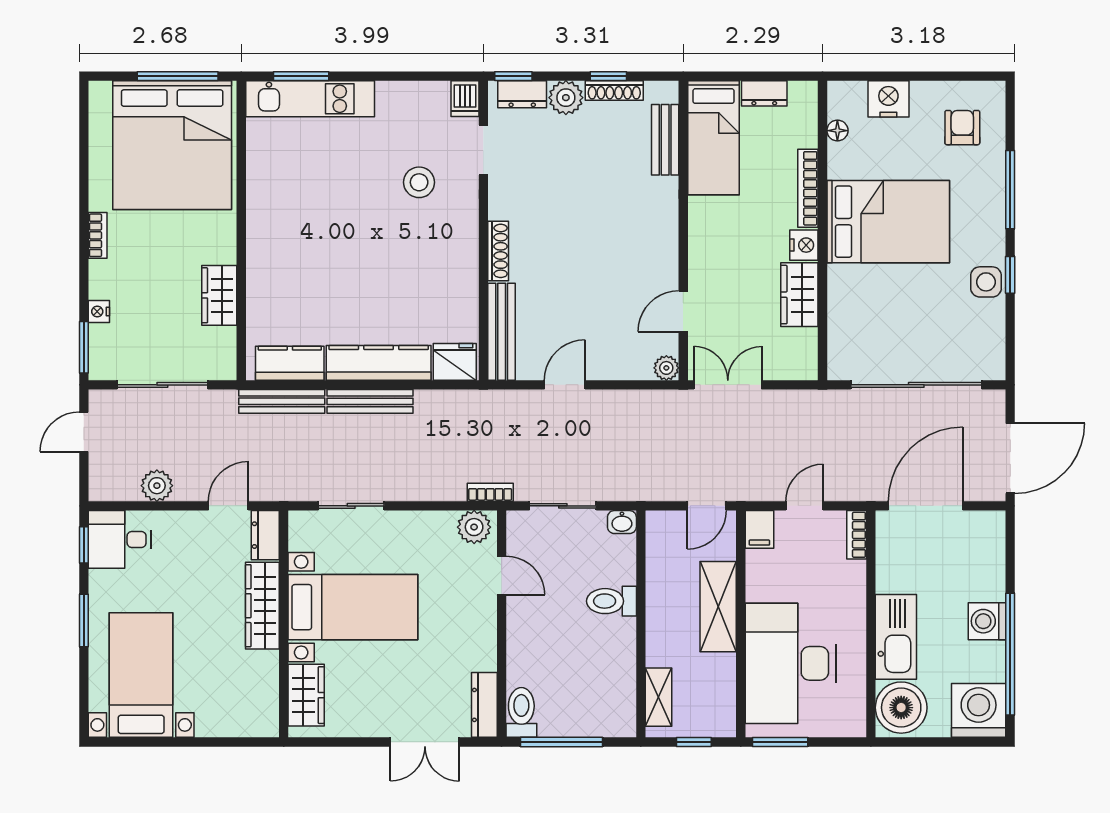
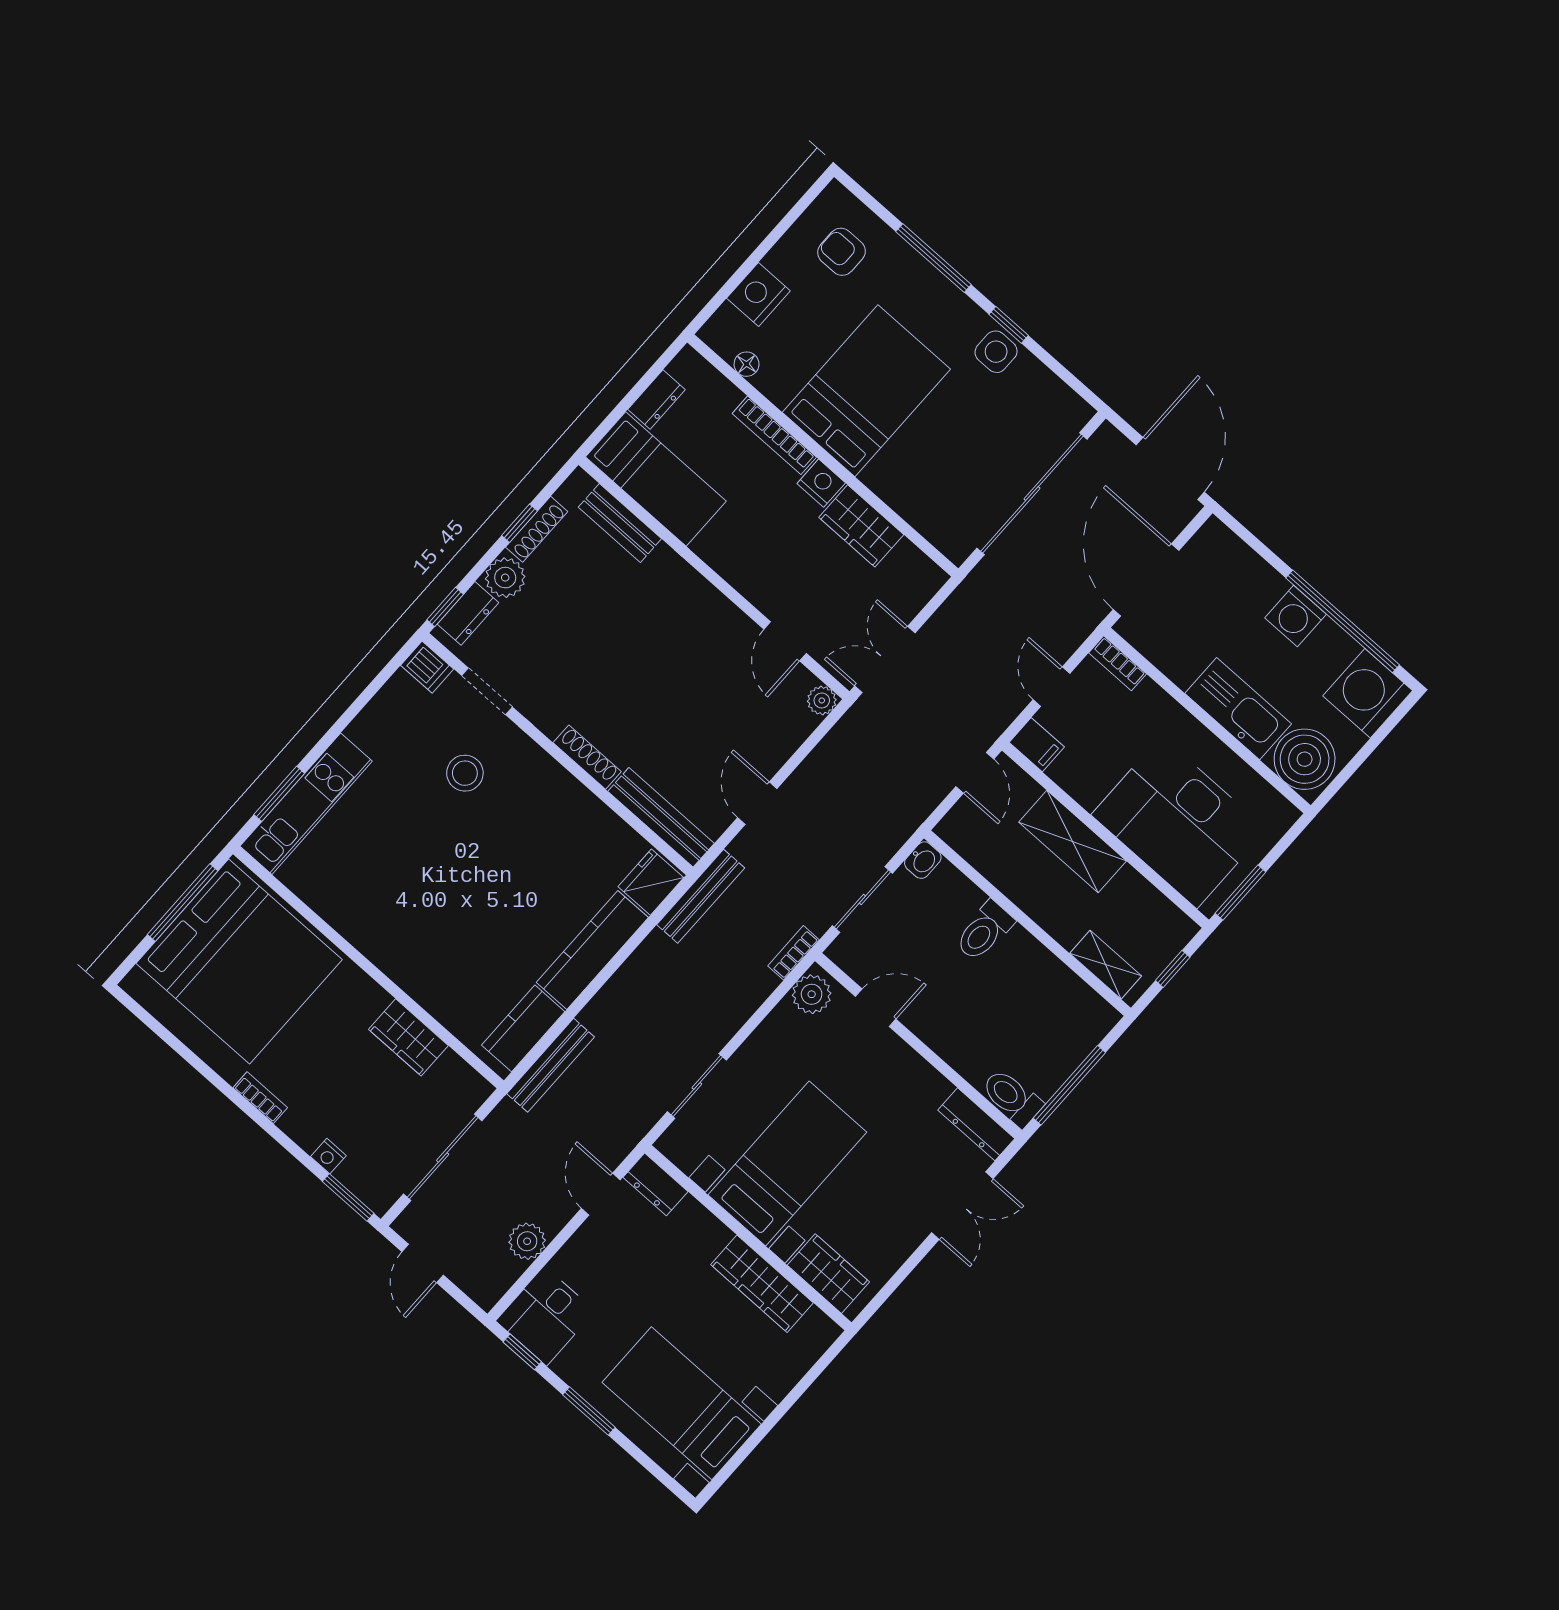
bench: (370, 401) -> (701, 896), moved
wardrobe: (262, 606) -> (762, 1284), moved

